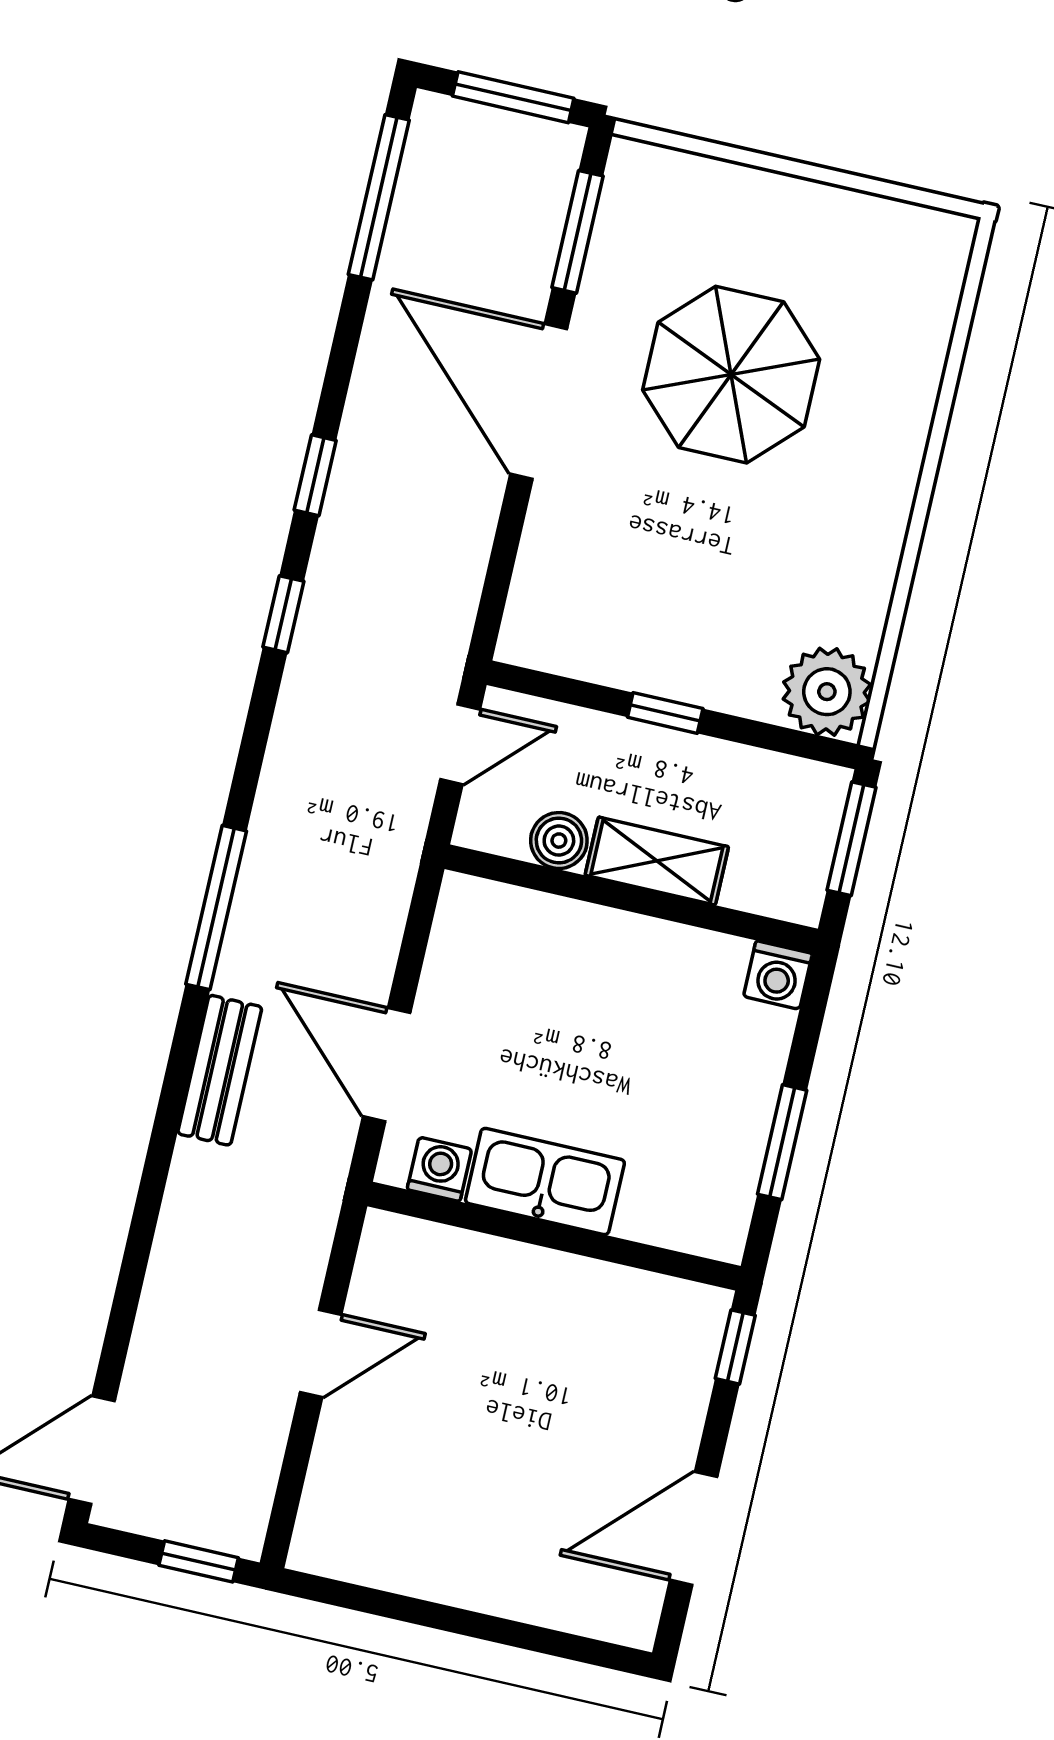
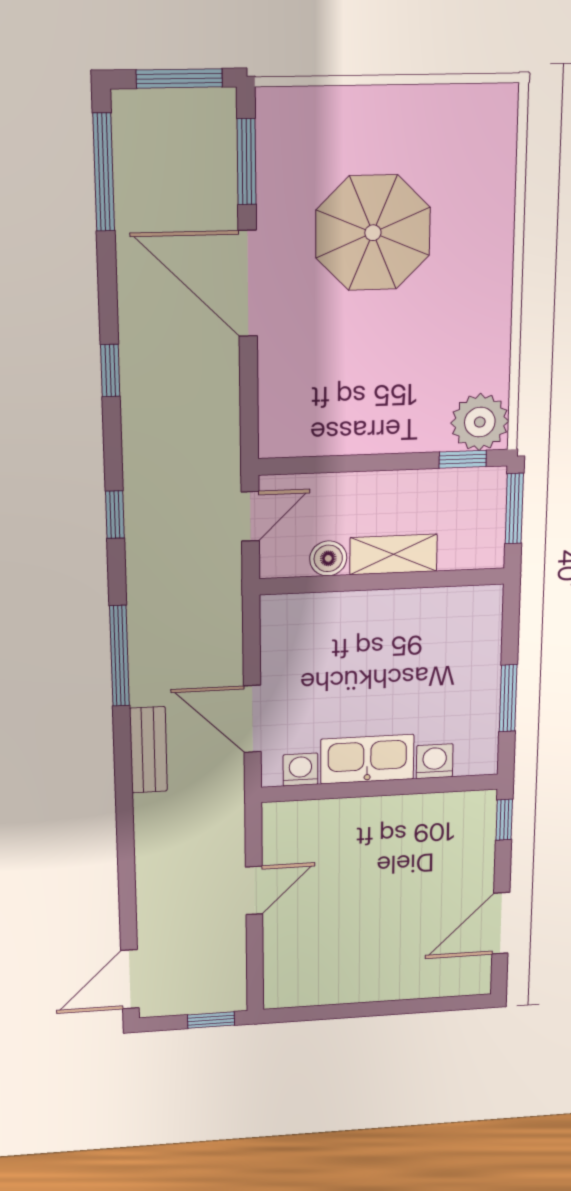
window: (283, 614) -> (115, 515), moved
window: (665, 713) -> (463, 459), moved
washing machine: (778, 975) -> (435, 761), moved, turned 180

